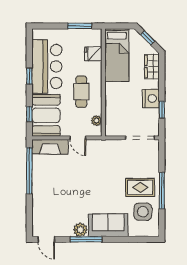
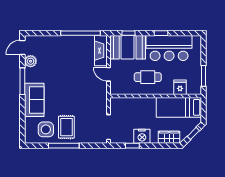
plant: (97, 121) -> (123, 90), removed
door: (78, 138) -> (109, 74), hinge flipped
plant: (80, 230) -> (31, 61), moved

